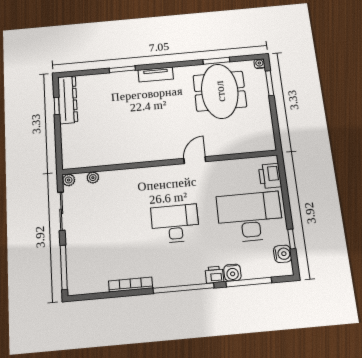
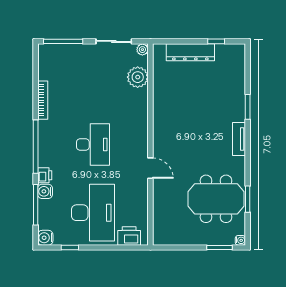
dresser: (68, 100) -> (190, 52), moved
plant: (93, 178) -> (138, 77), width x1.87, depth x1.87
water cooler: (283, 254) -> (45, 238), moved, turned 90

